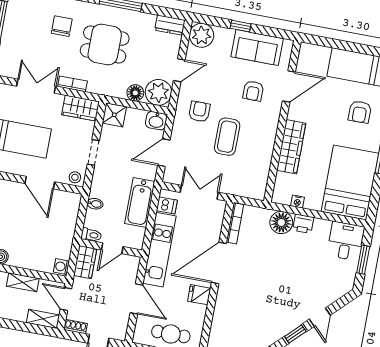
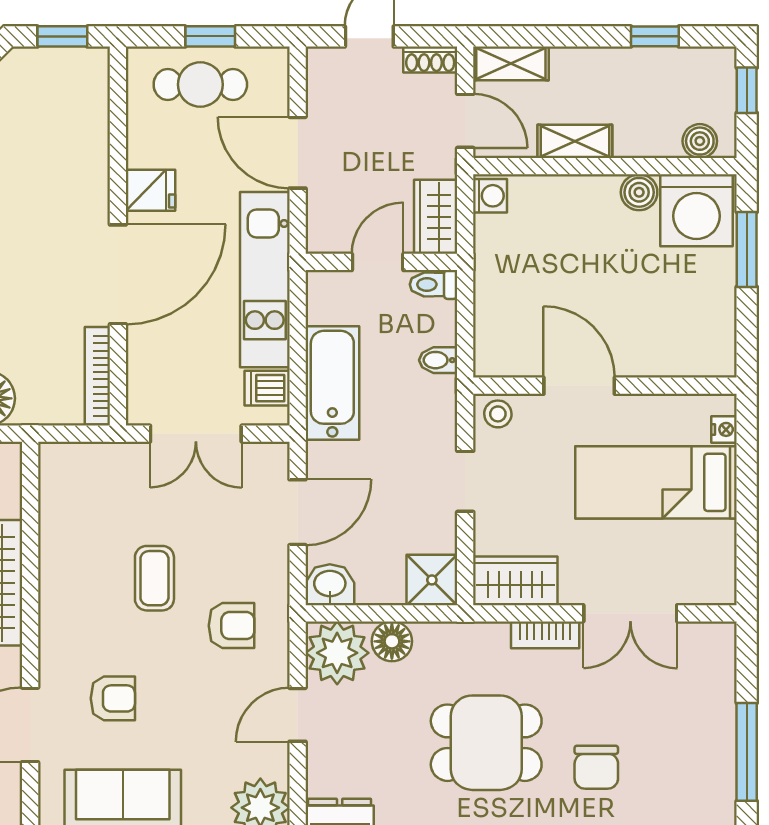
armchair: (253, 91) -> (113, 698), turned 90
armchair: (199, 112) -> (231, 626), turned -90
coffee table: (227, 137) -> (154, 578), width x0.73, depth x0.77

